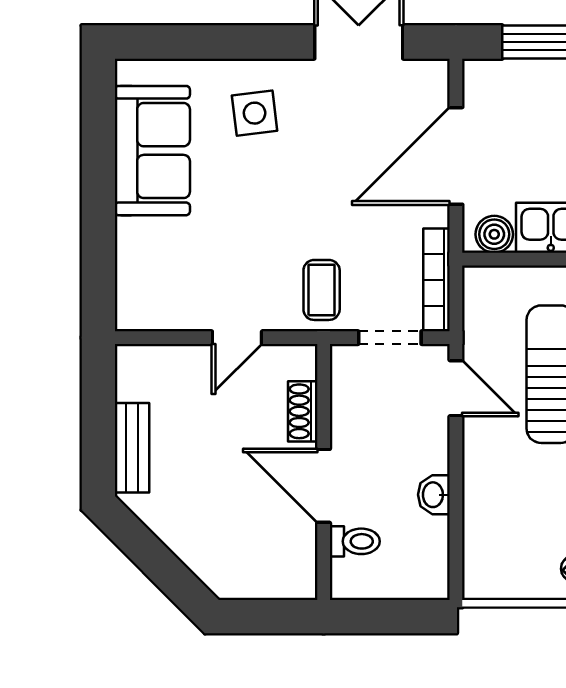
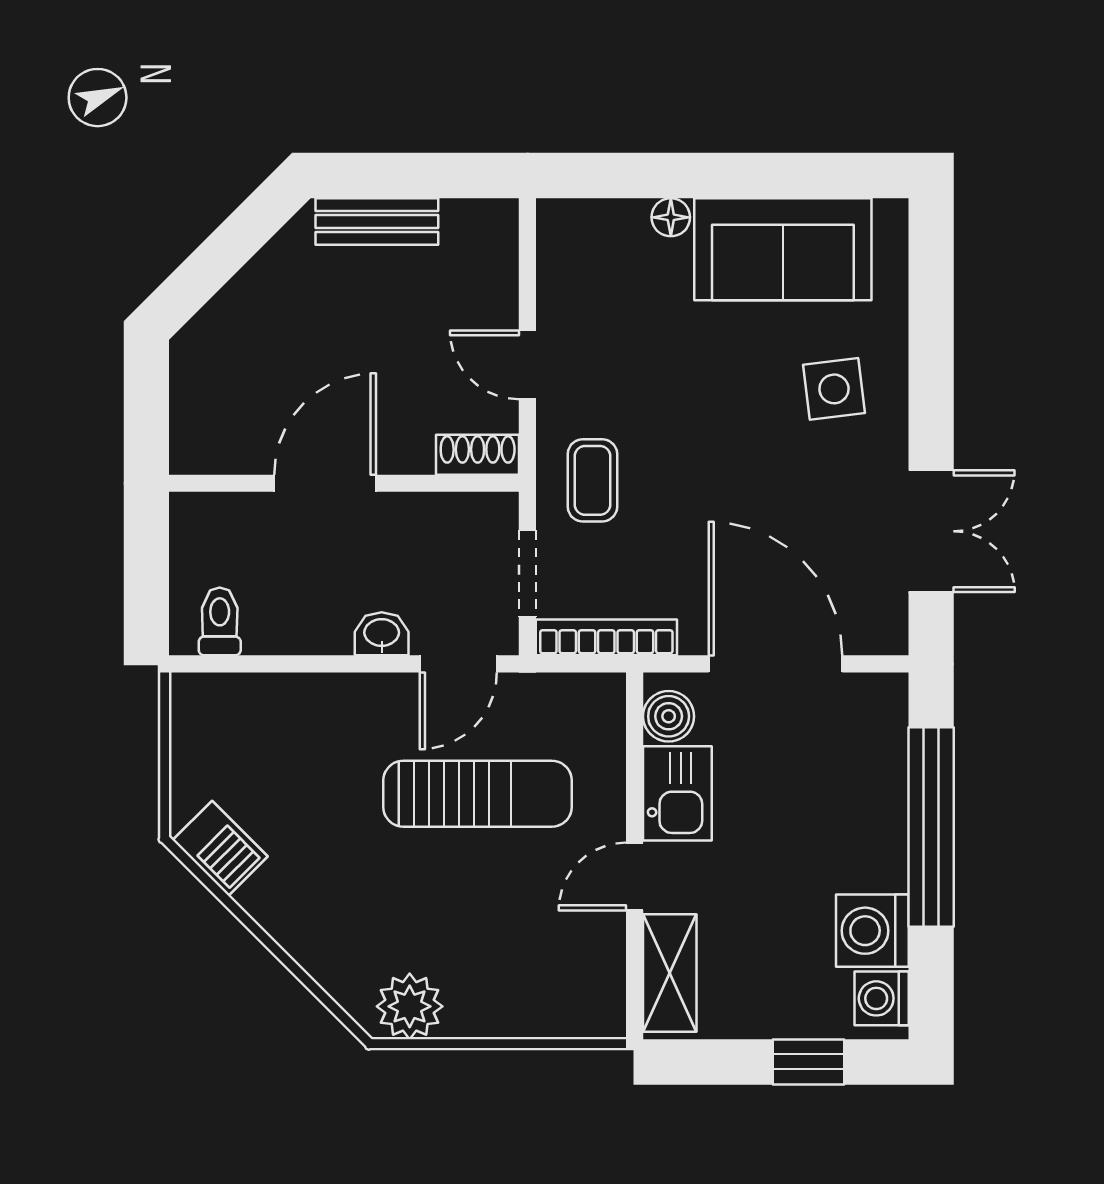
floor lamp: (129, 233) -> (671, 217), added
coffee table: (322, 290) -> (592, 480), turned 90
shoe rack: (303, 411) -> (478, 455), moved
washbasin: (434, 495) -> (382, 634), moved
toilet: (355, 541) -> (220, 621), moved, turned 180

